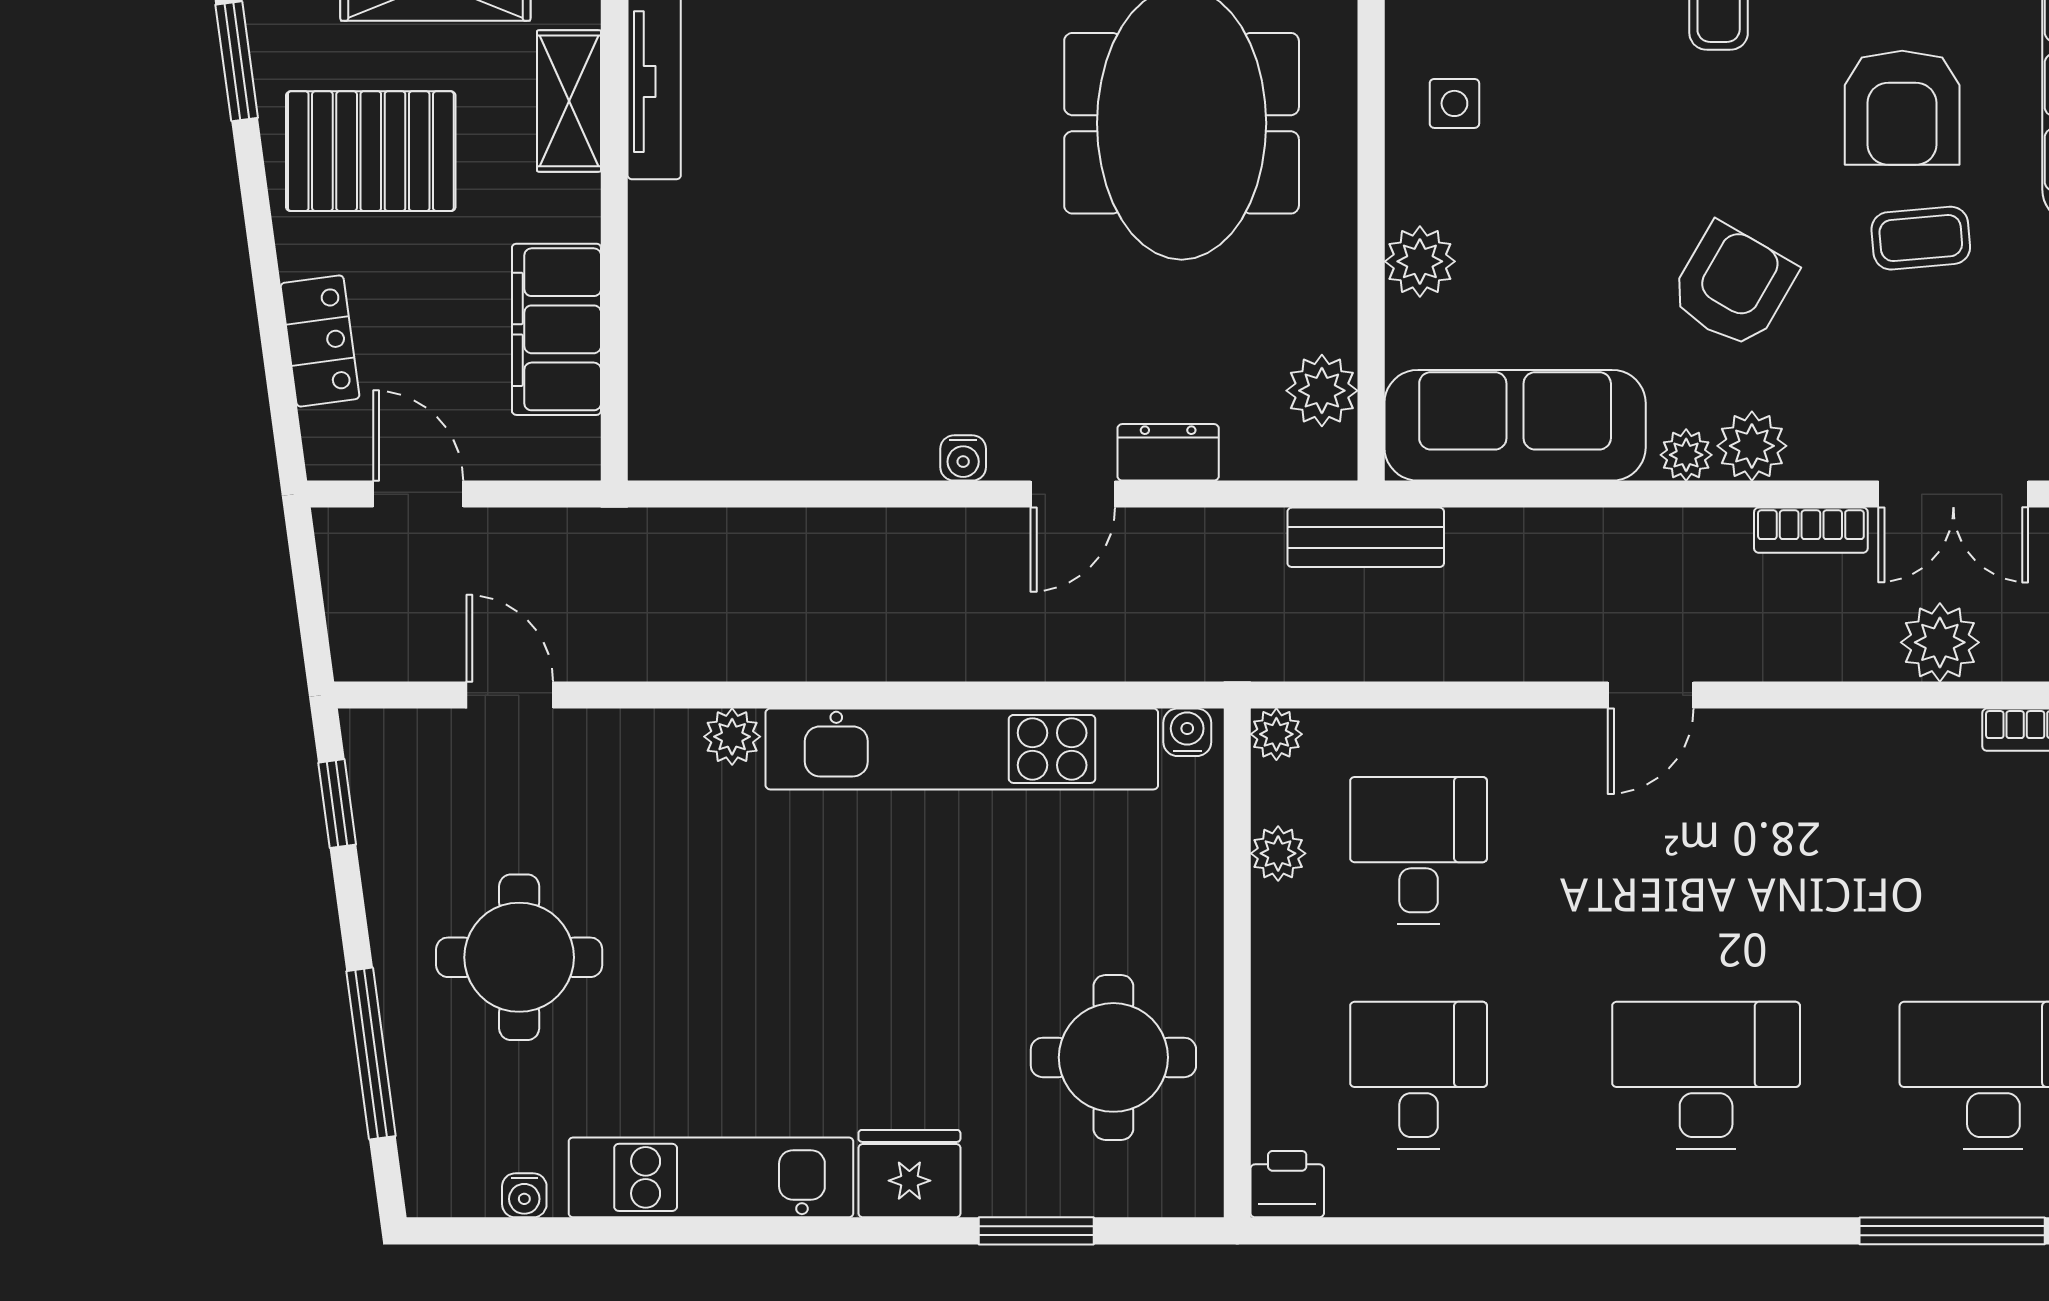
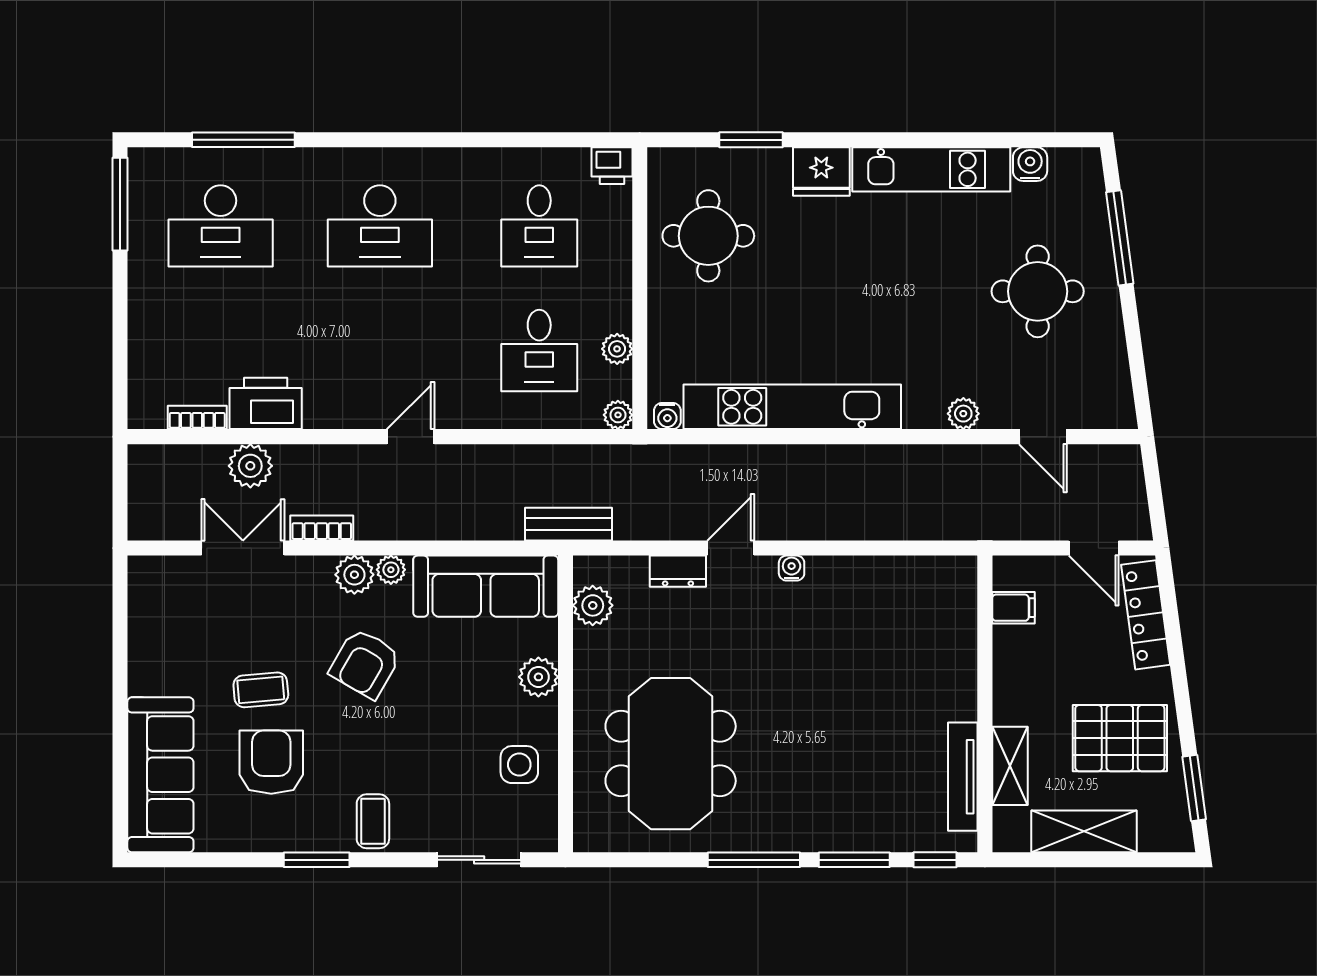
side table: (1454, 103) -> (519, 765), width x1.37, depth x1.37
filing cabinet: (556, 329) -> (1013, 608), width x0.33, depth x0.86
locker: (320, 341) -> (1146, 615), width x1.53
plant: (732, 737) -> (963, 414), moved
printer: (1912, 755) -> (266, 403), added
window: (337, 804) -> (1138, 377), removed
water cooler: (524, 1195) -> (1030, 164), width x1.38, depth x1.38

